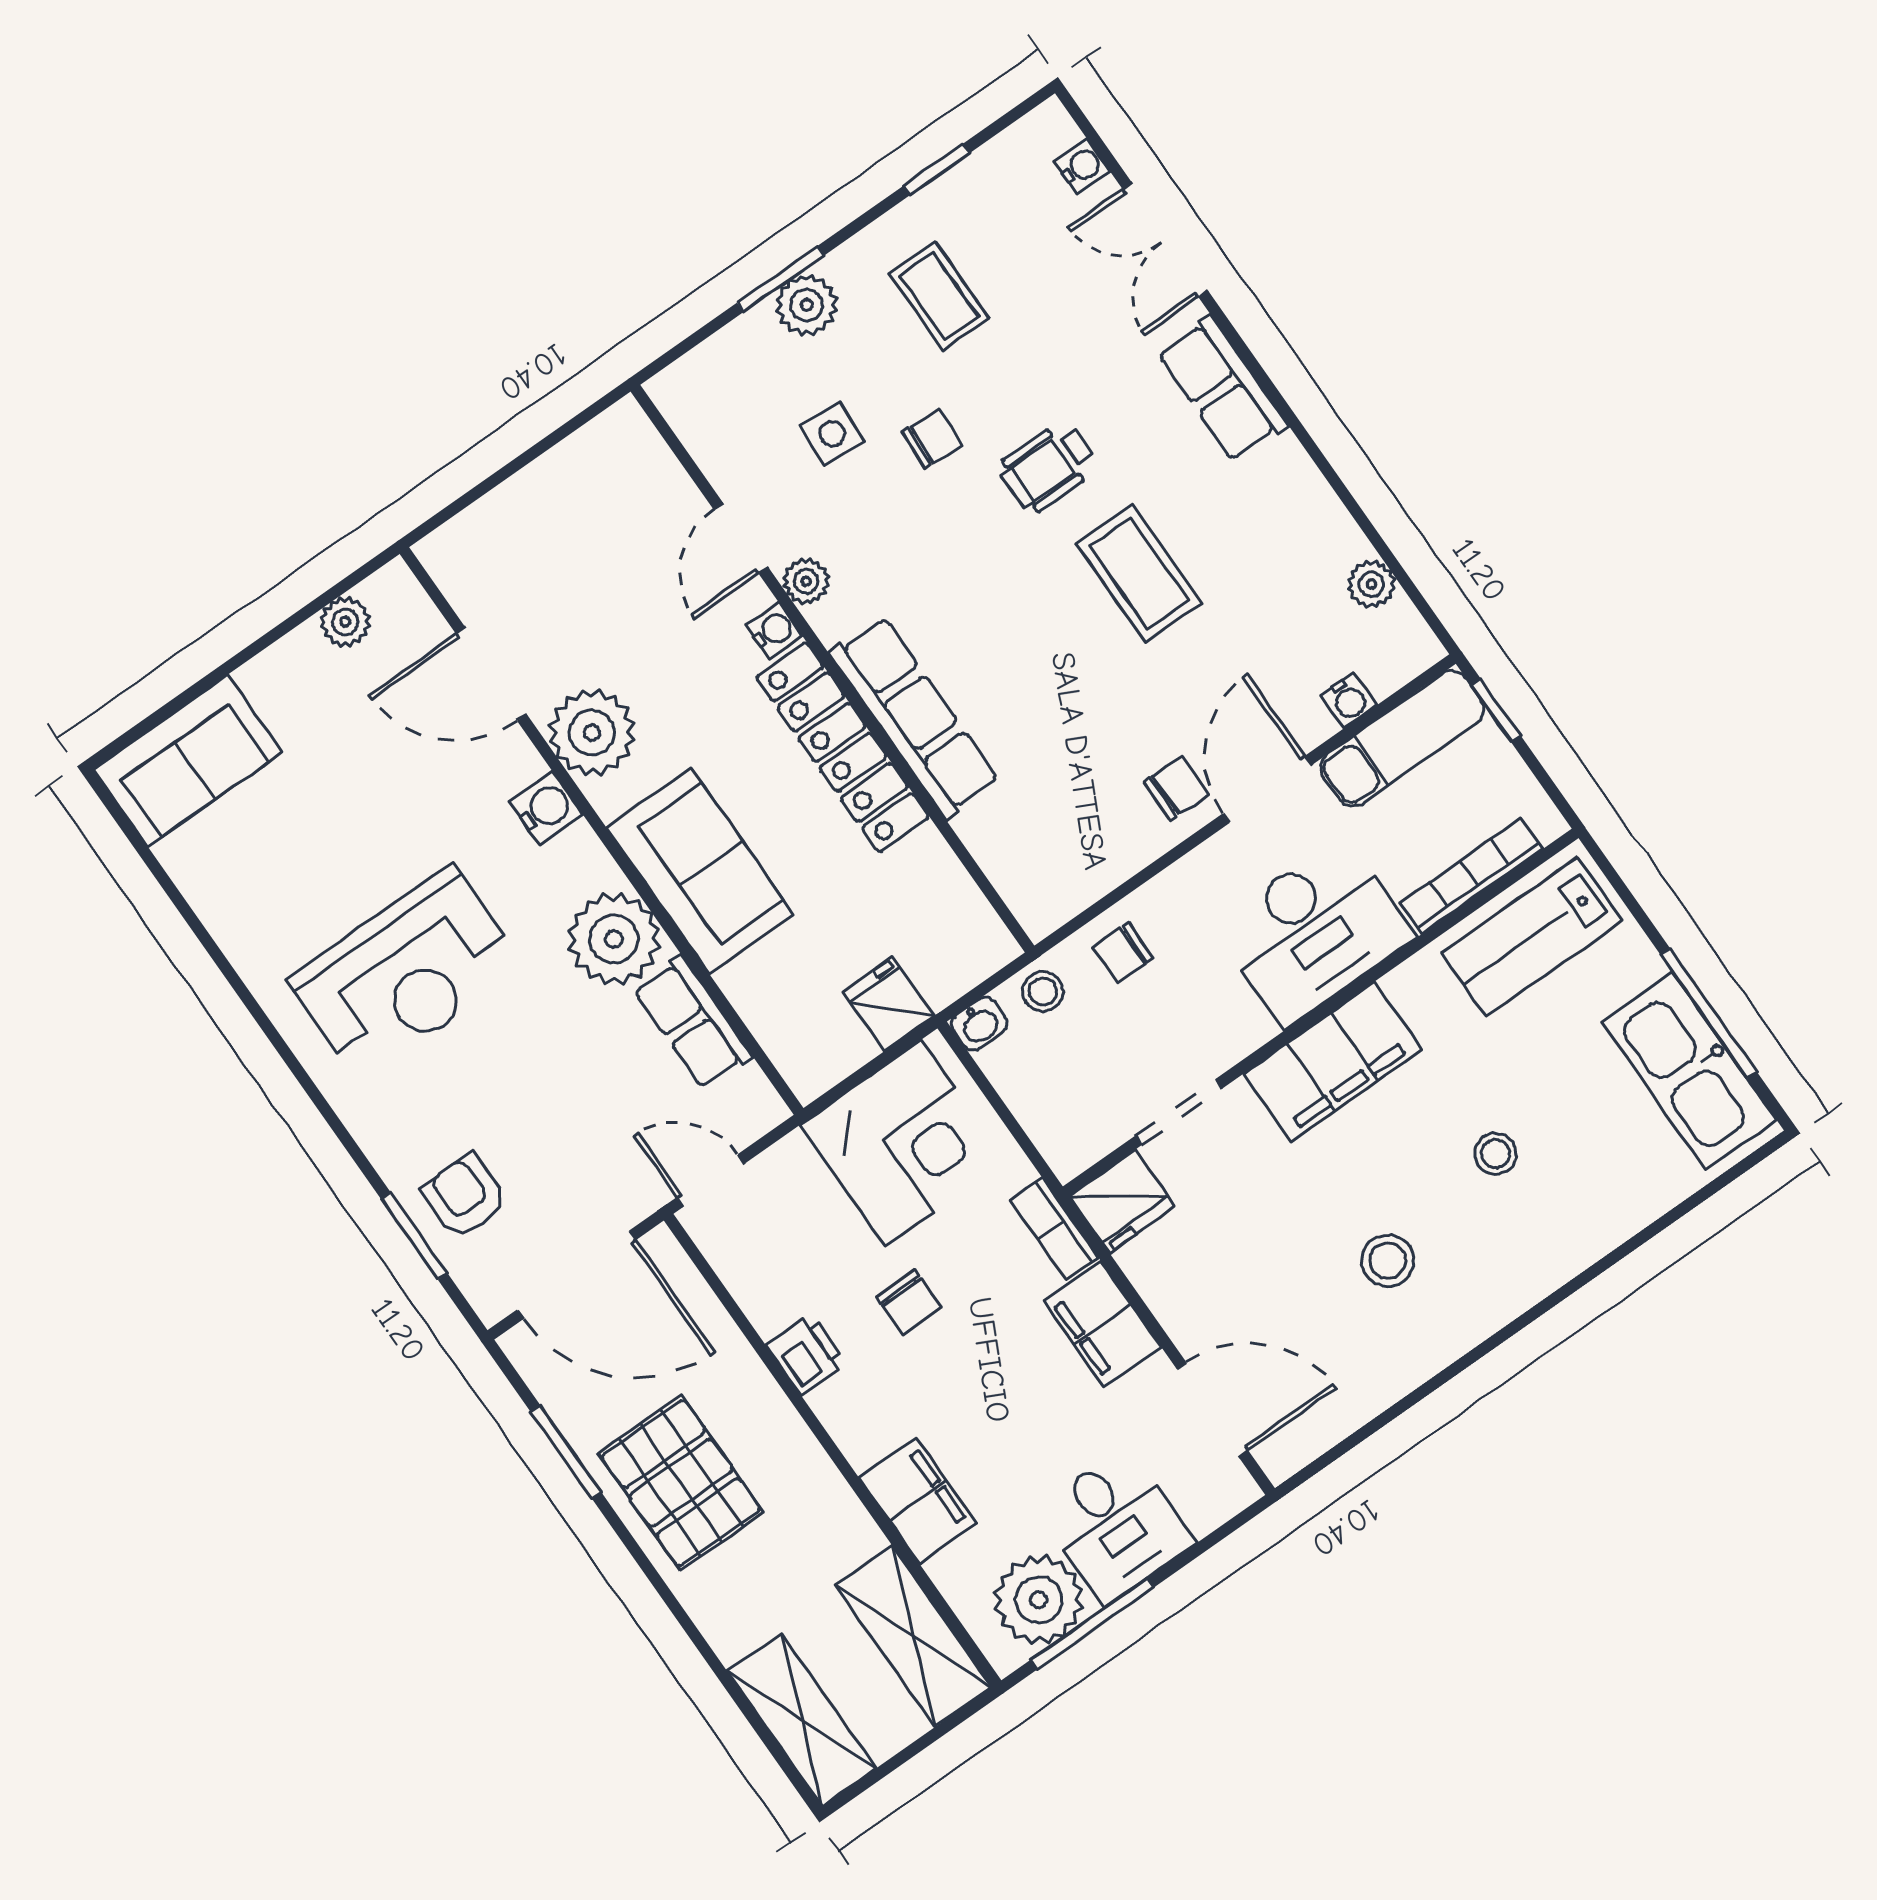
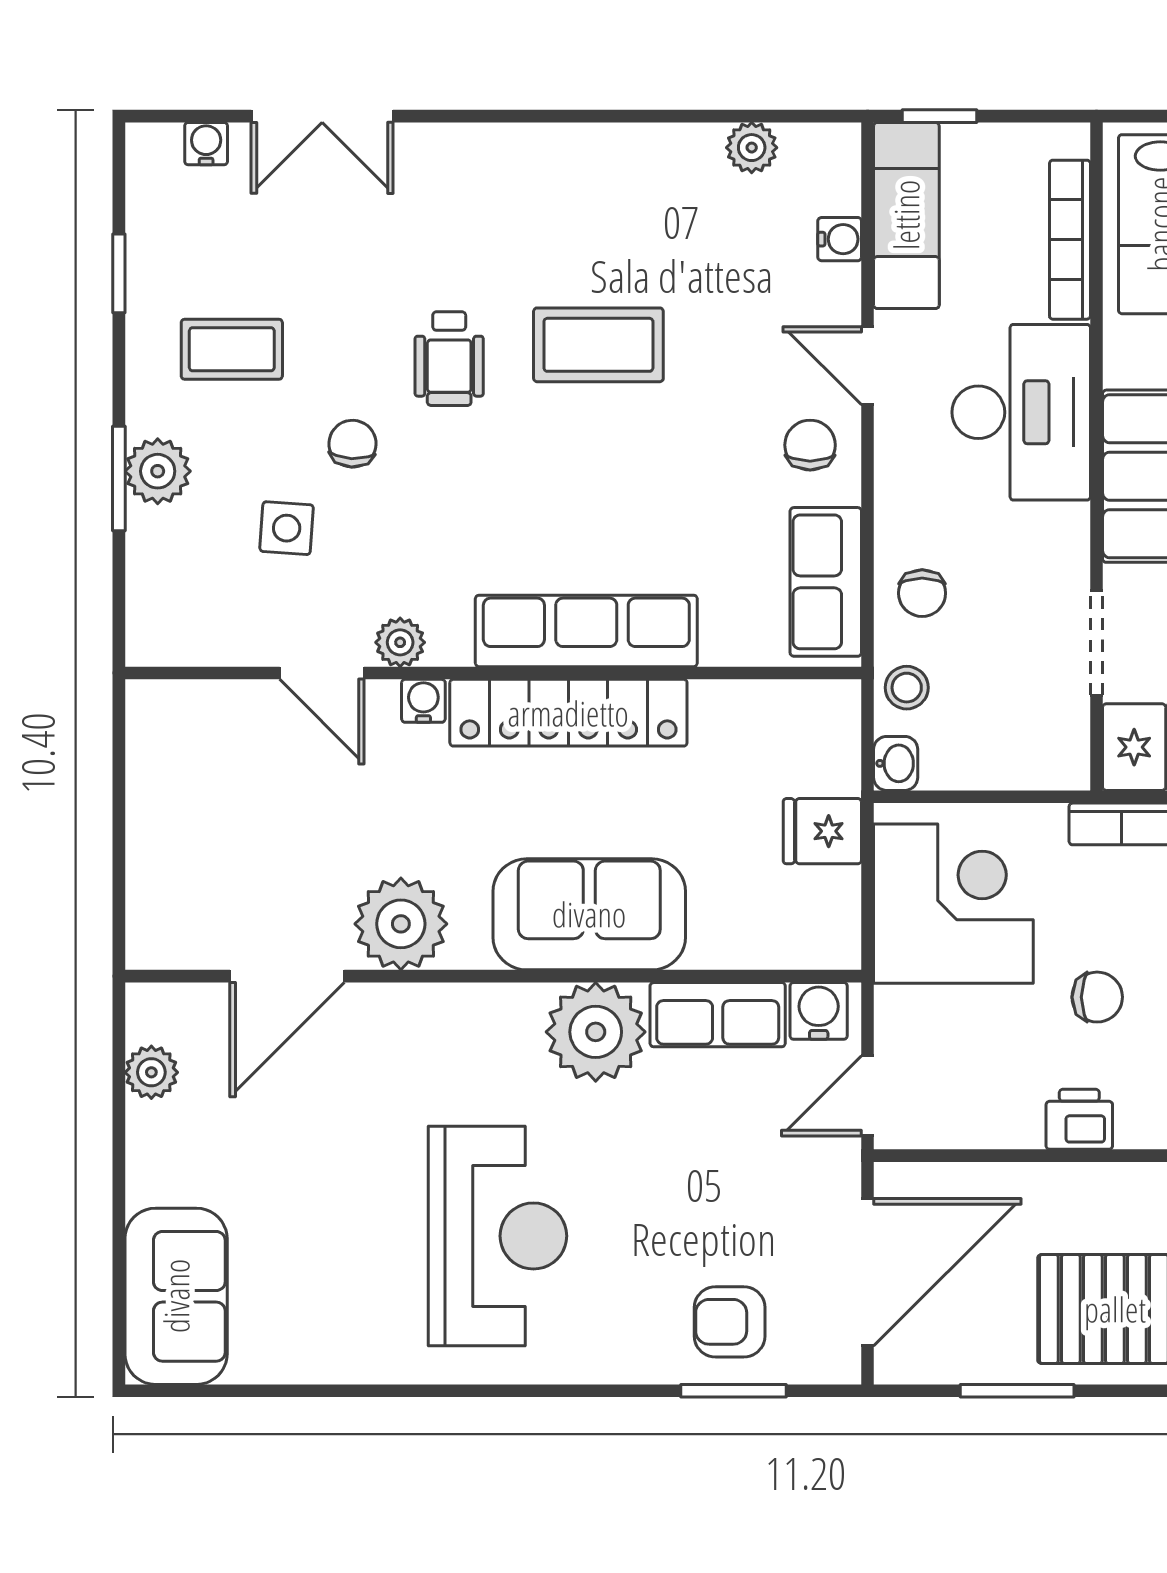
row of seats: (1222, 389) -> (826, 582), moved, turned 90
door: (1267, 789) -> (868, 366), width x0.73
water cooler: (546, 808) -> (819, 1011), moved

